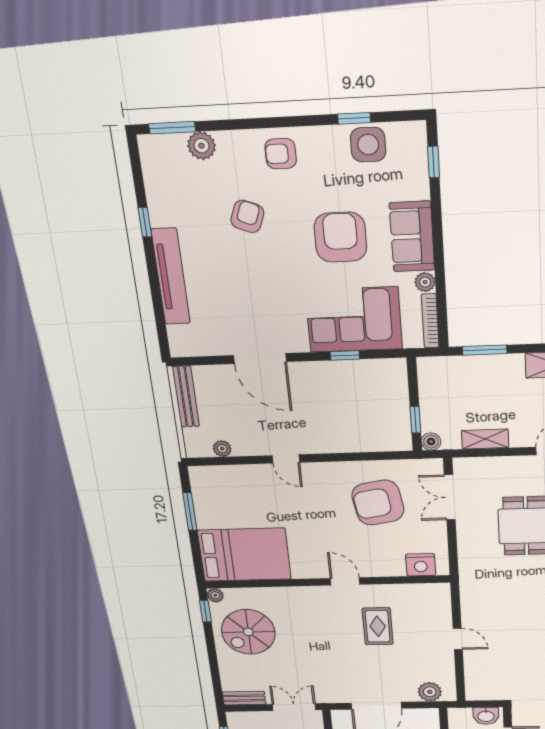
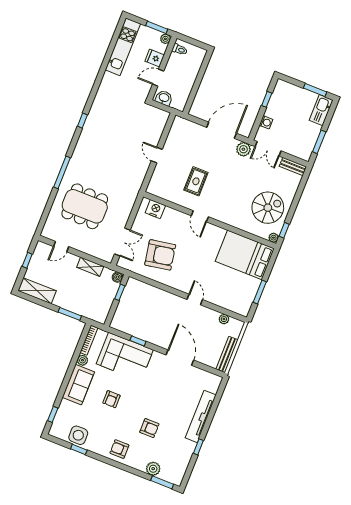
armchair: (281, 154) -> (119, 449), turned 180
armchair: (247, 216) -> (149, 428), turned -111
armchair: (340, 237) -> (111, 399), width x0.53, depth x0.53
plant: (430, 692) -> (243, 149), moved

